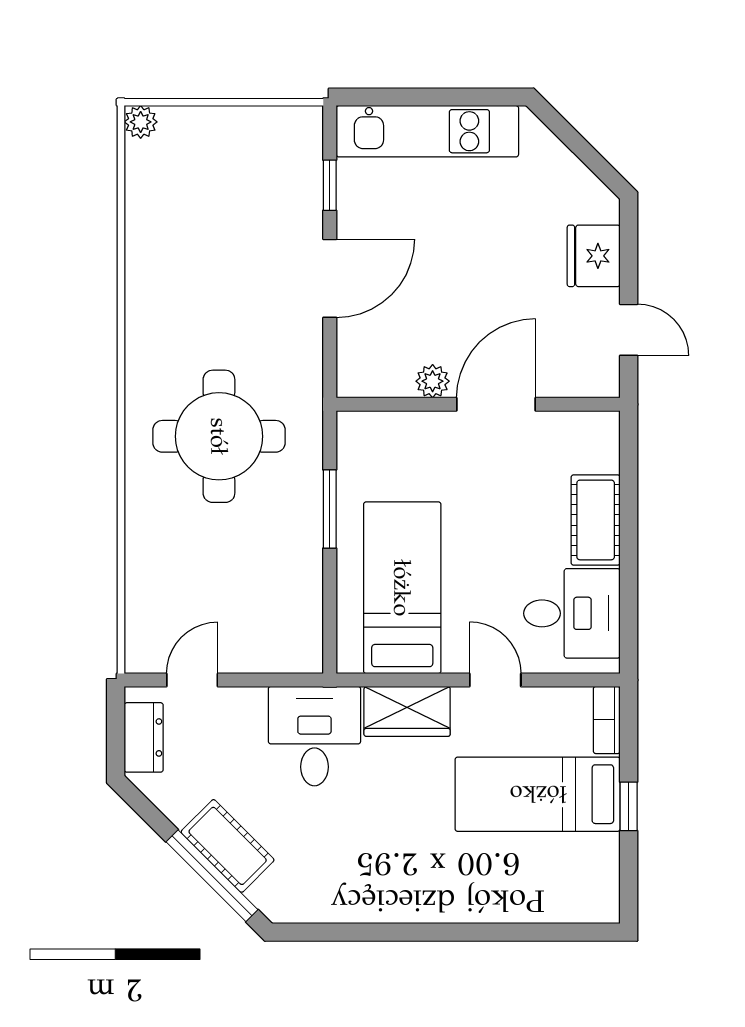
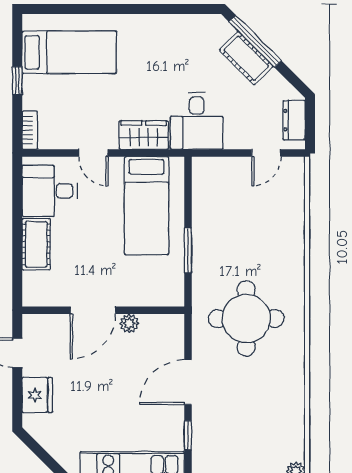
round table: (219, 436) -> (246, 318), moved
bed: (538, 794) -> (69, 52), moved

